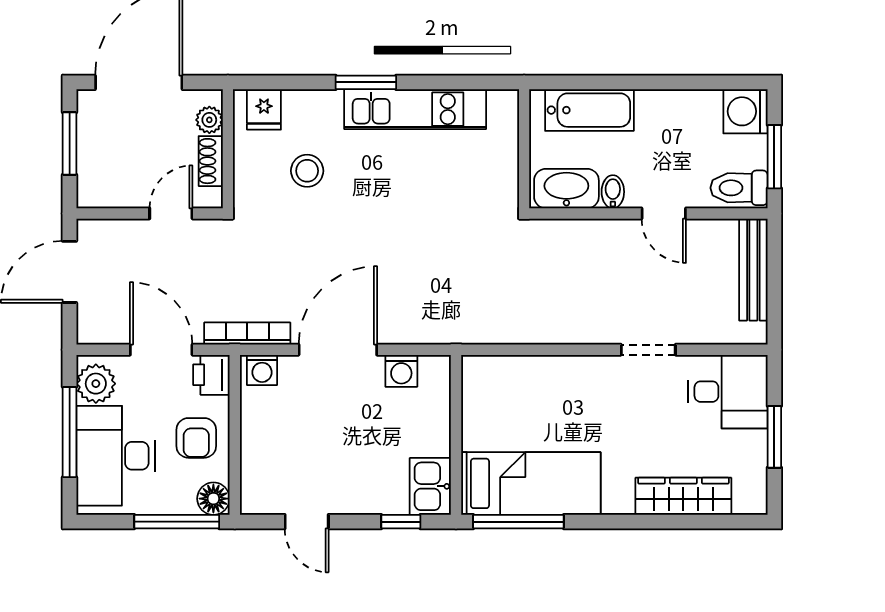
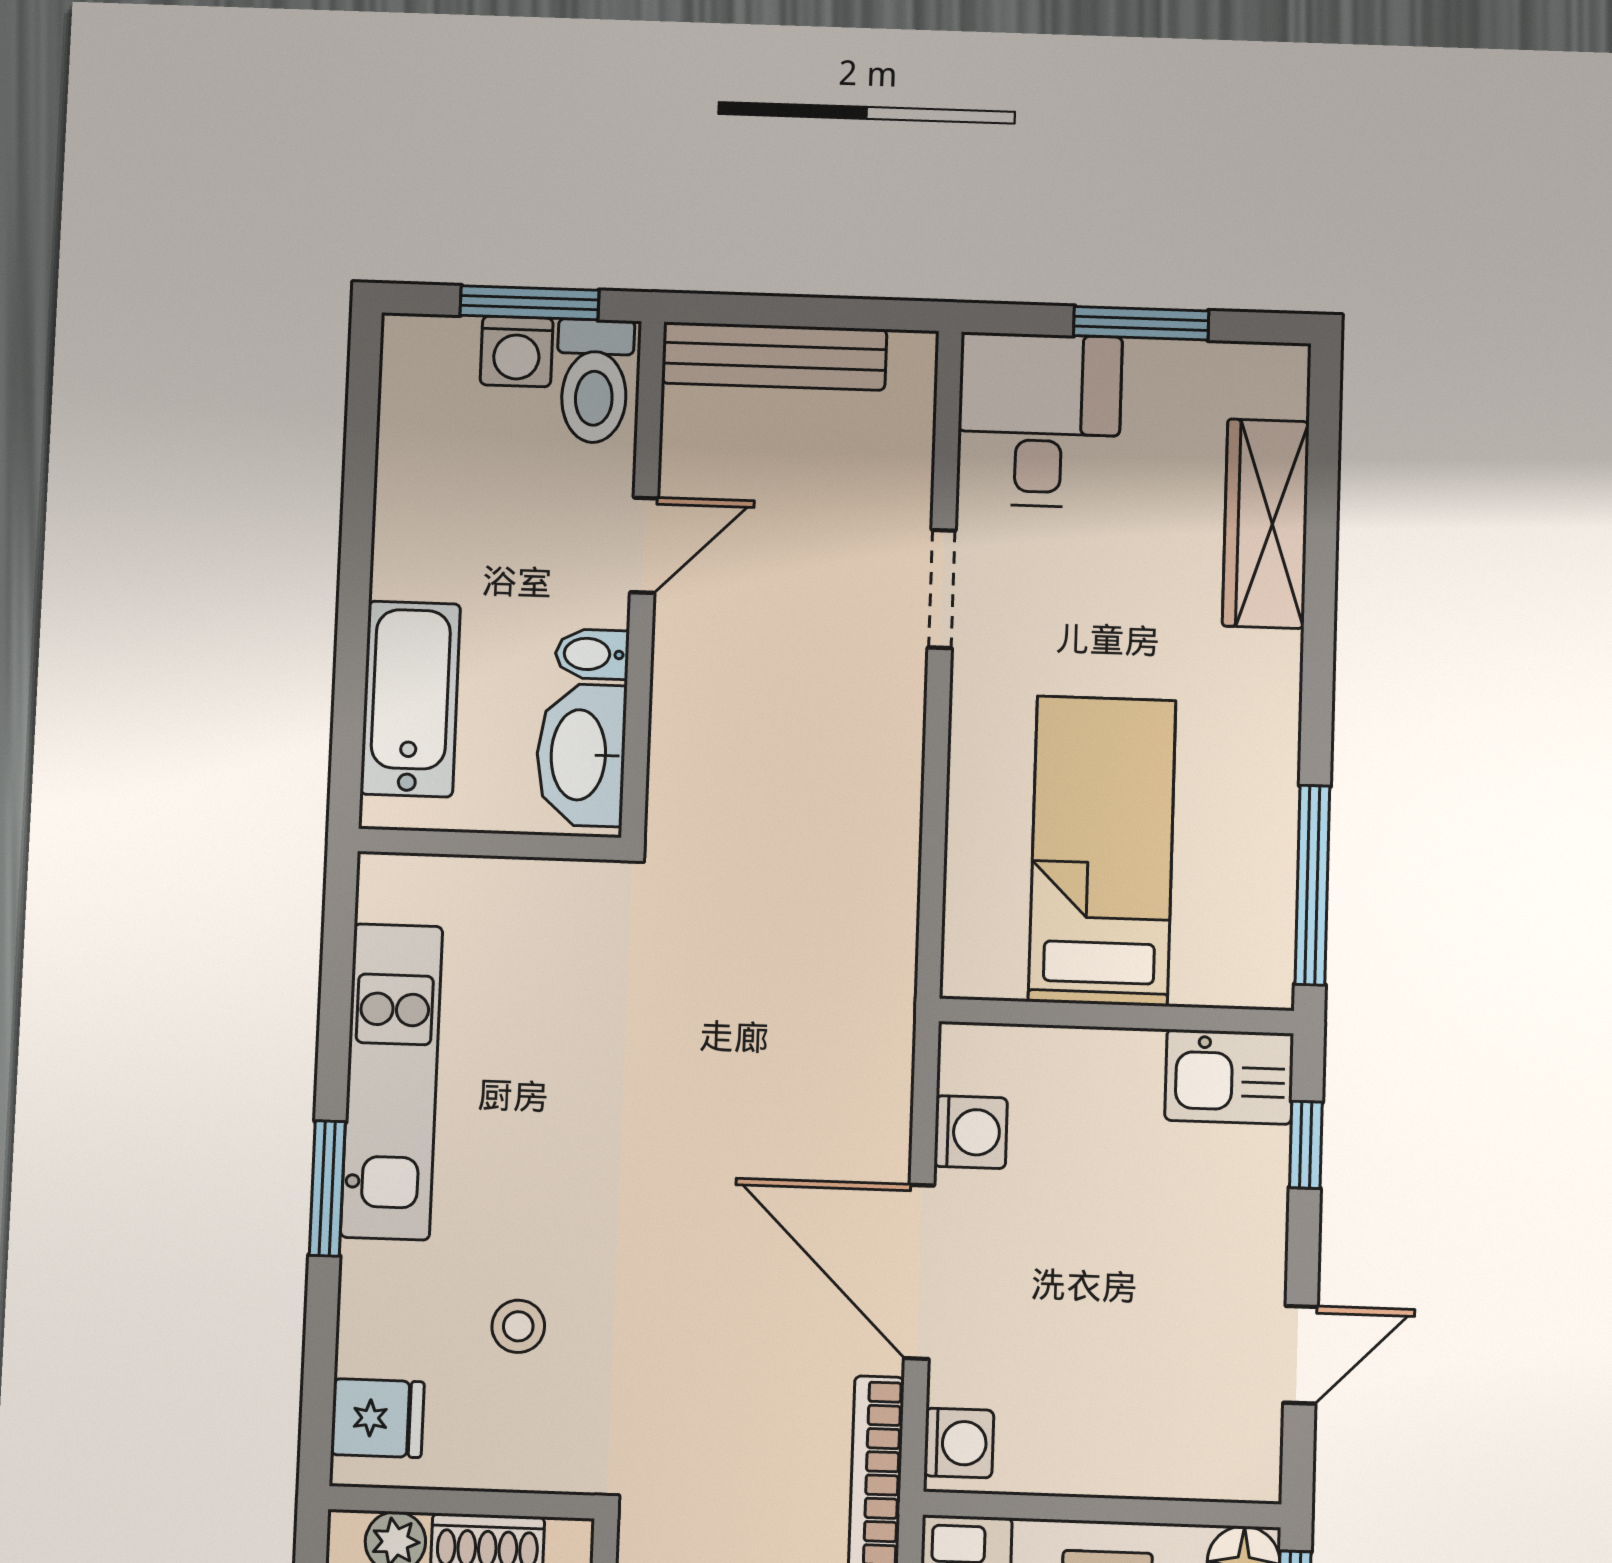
washing machine: (745, 111) -> (517, 351), moved, width x0.73, depth x0.73
stool: (307, 171) -> (518, 1326), width x0.73, depth x0.73
bed: (531, 483) -> (1102, 851), moved

